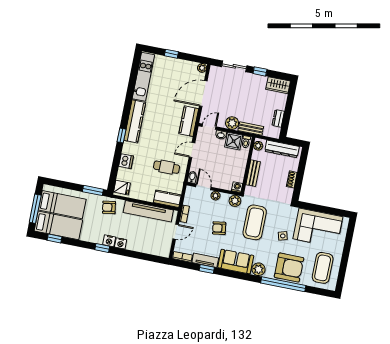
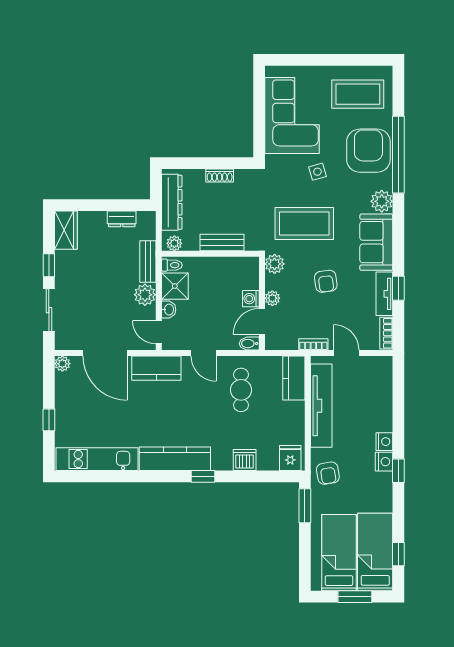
washing machine: (237, 187) -> (251, 299), moved
window: (35, 209) -> (355, 597), width x0.69

